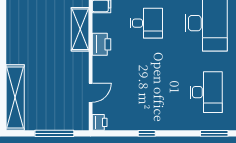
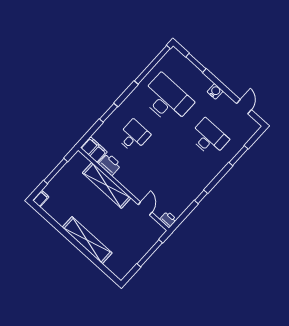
shelving: (80, 29) -> (107, 185), width x1.47
printer: (102, 44) -> (110, 164), moved
shelving: (15, 97) -> (87, 240), moved

